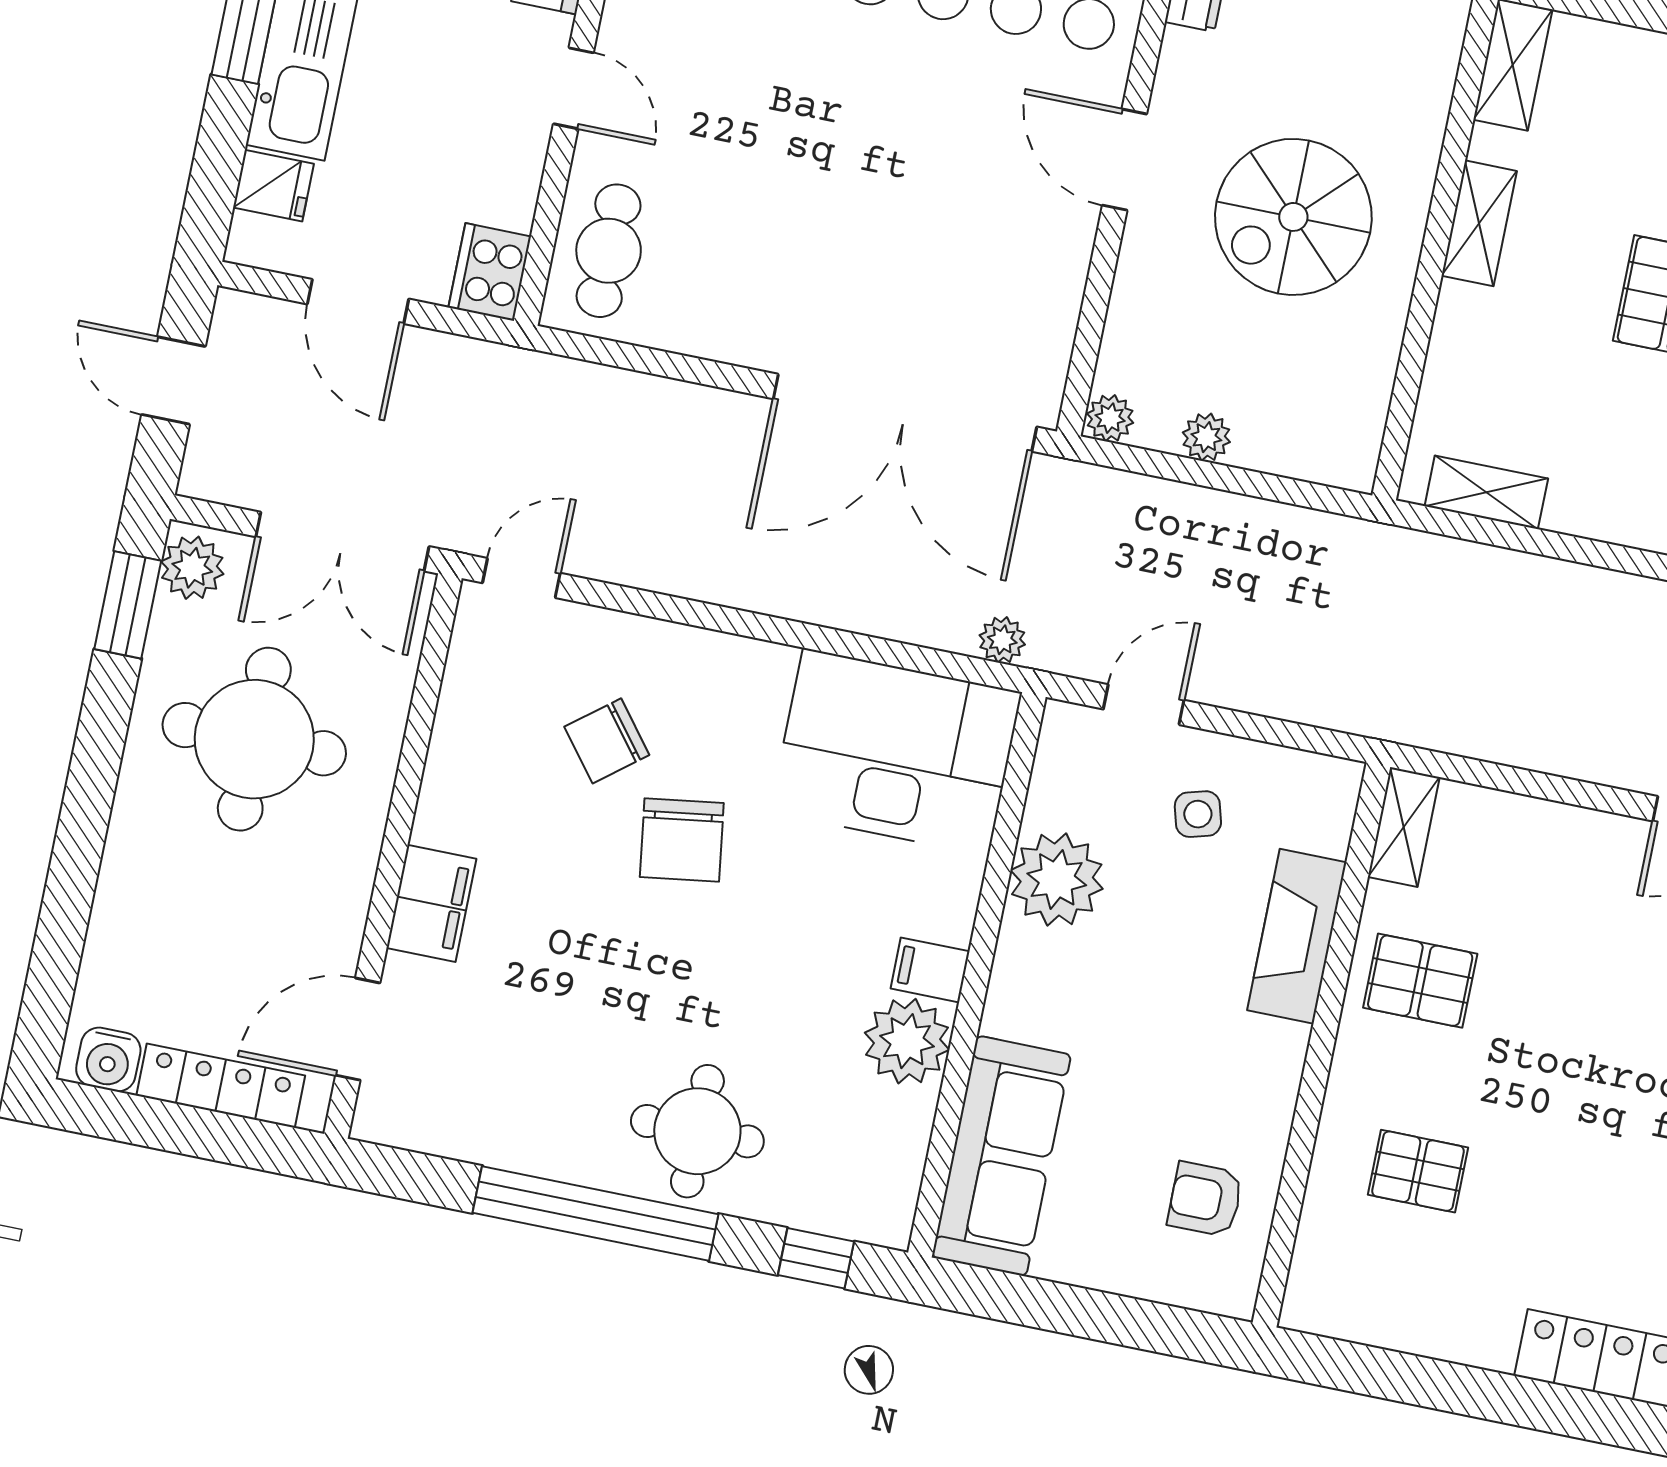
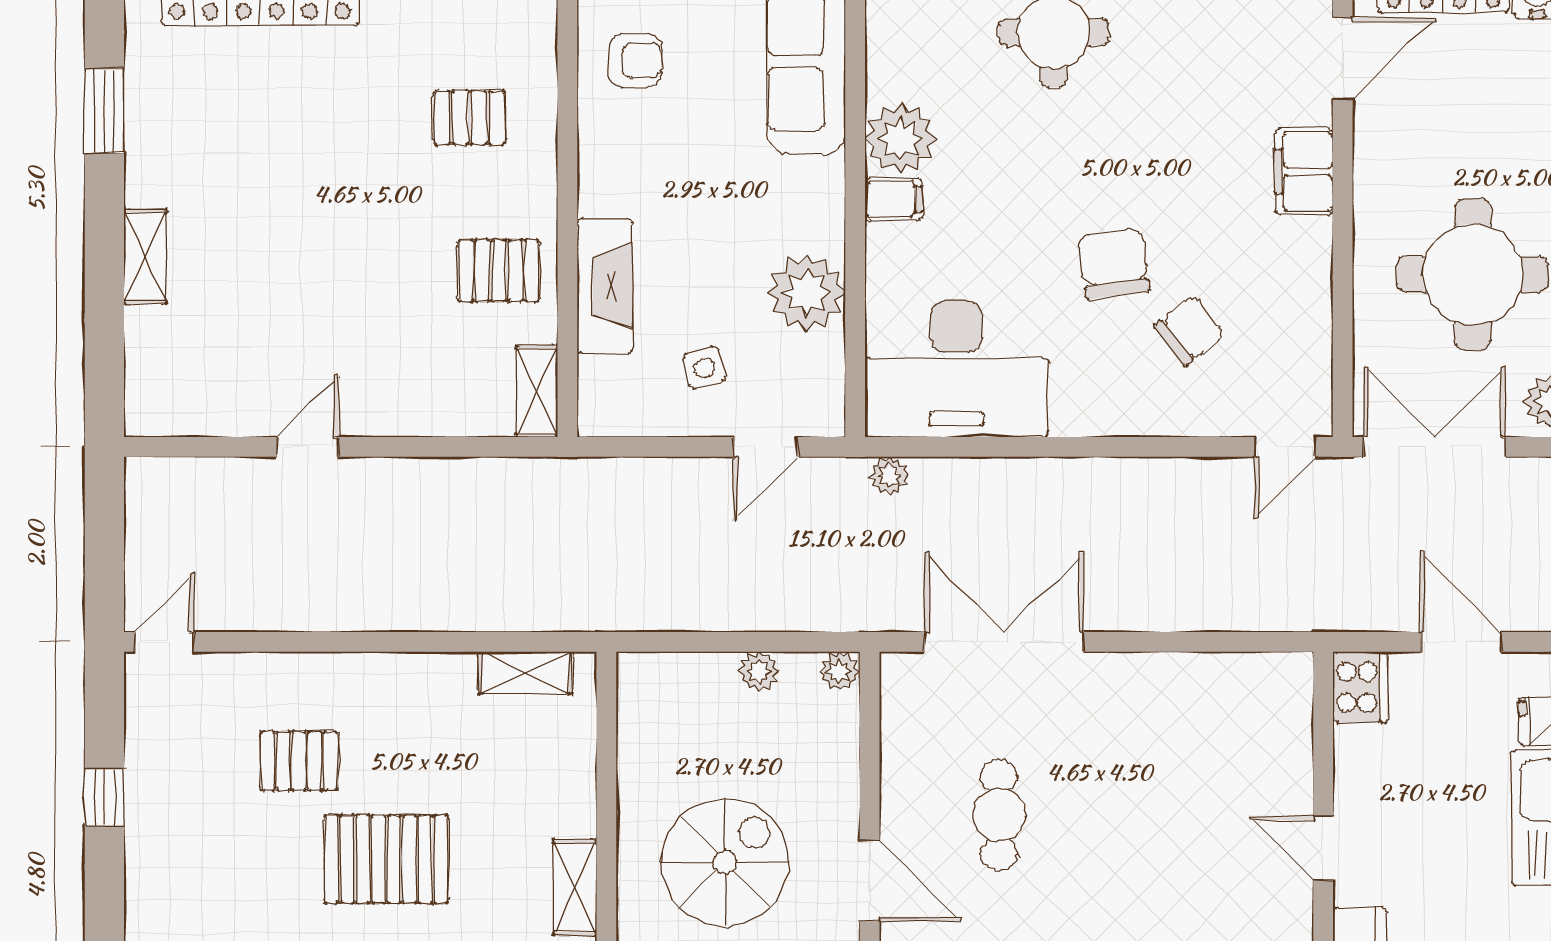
cafe table: (609, 251) -> (999, 815), moved
double door: (905, 413) -> (1004, 642), width x0.73

